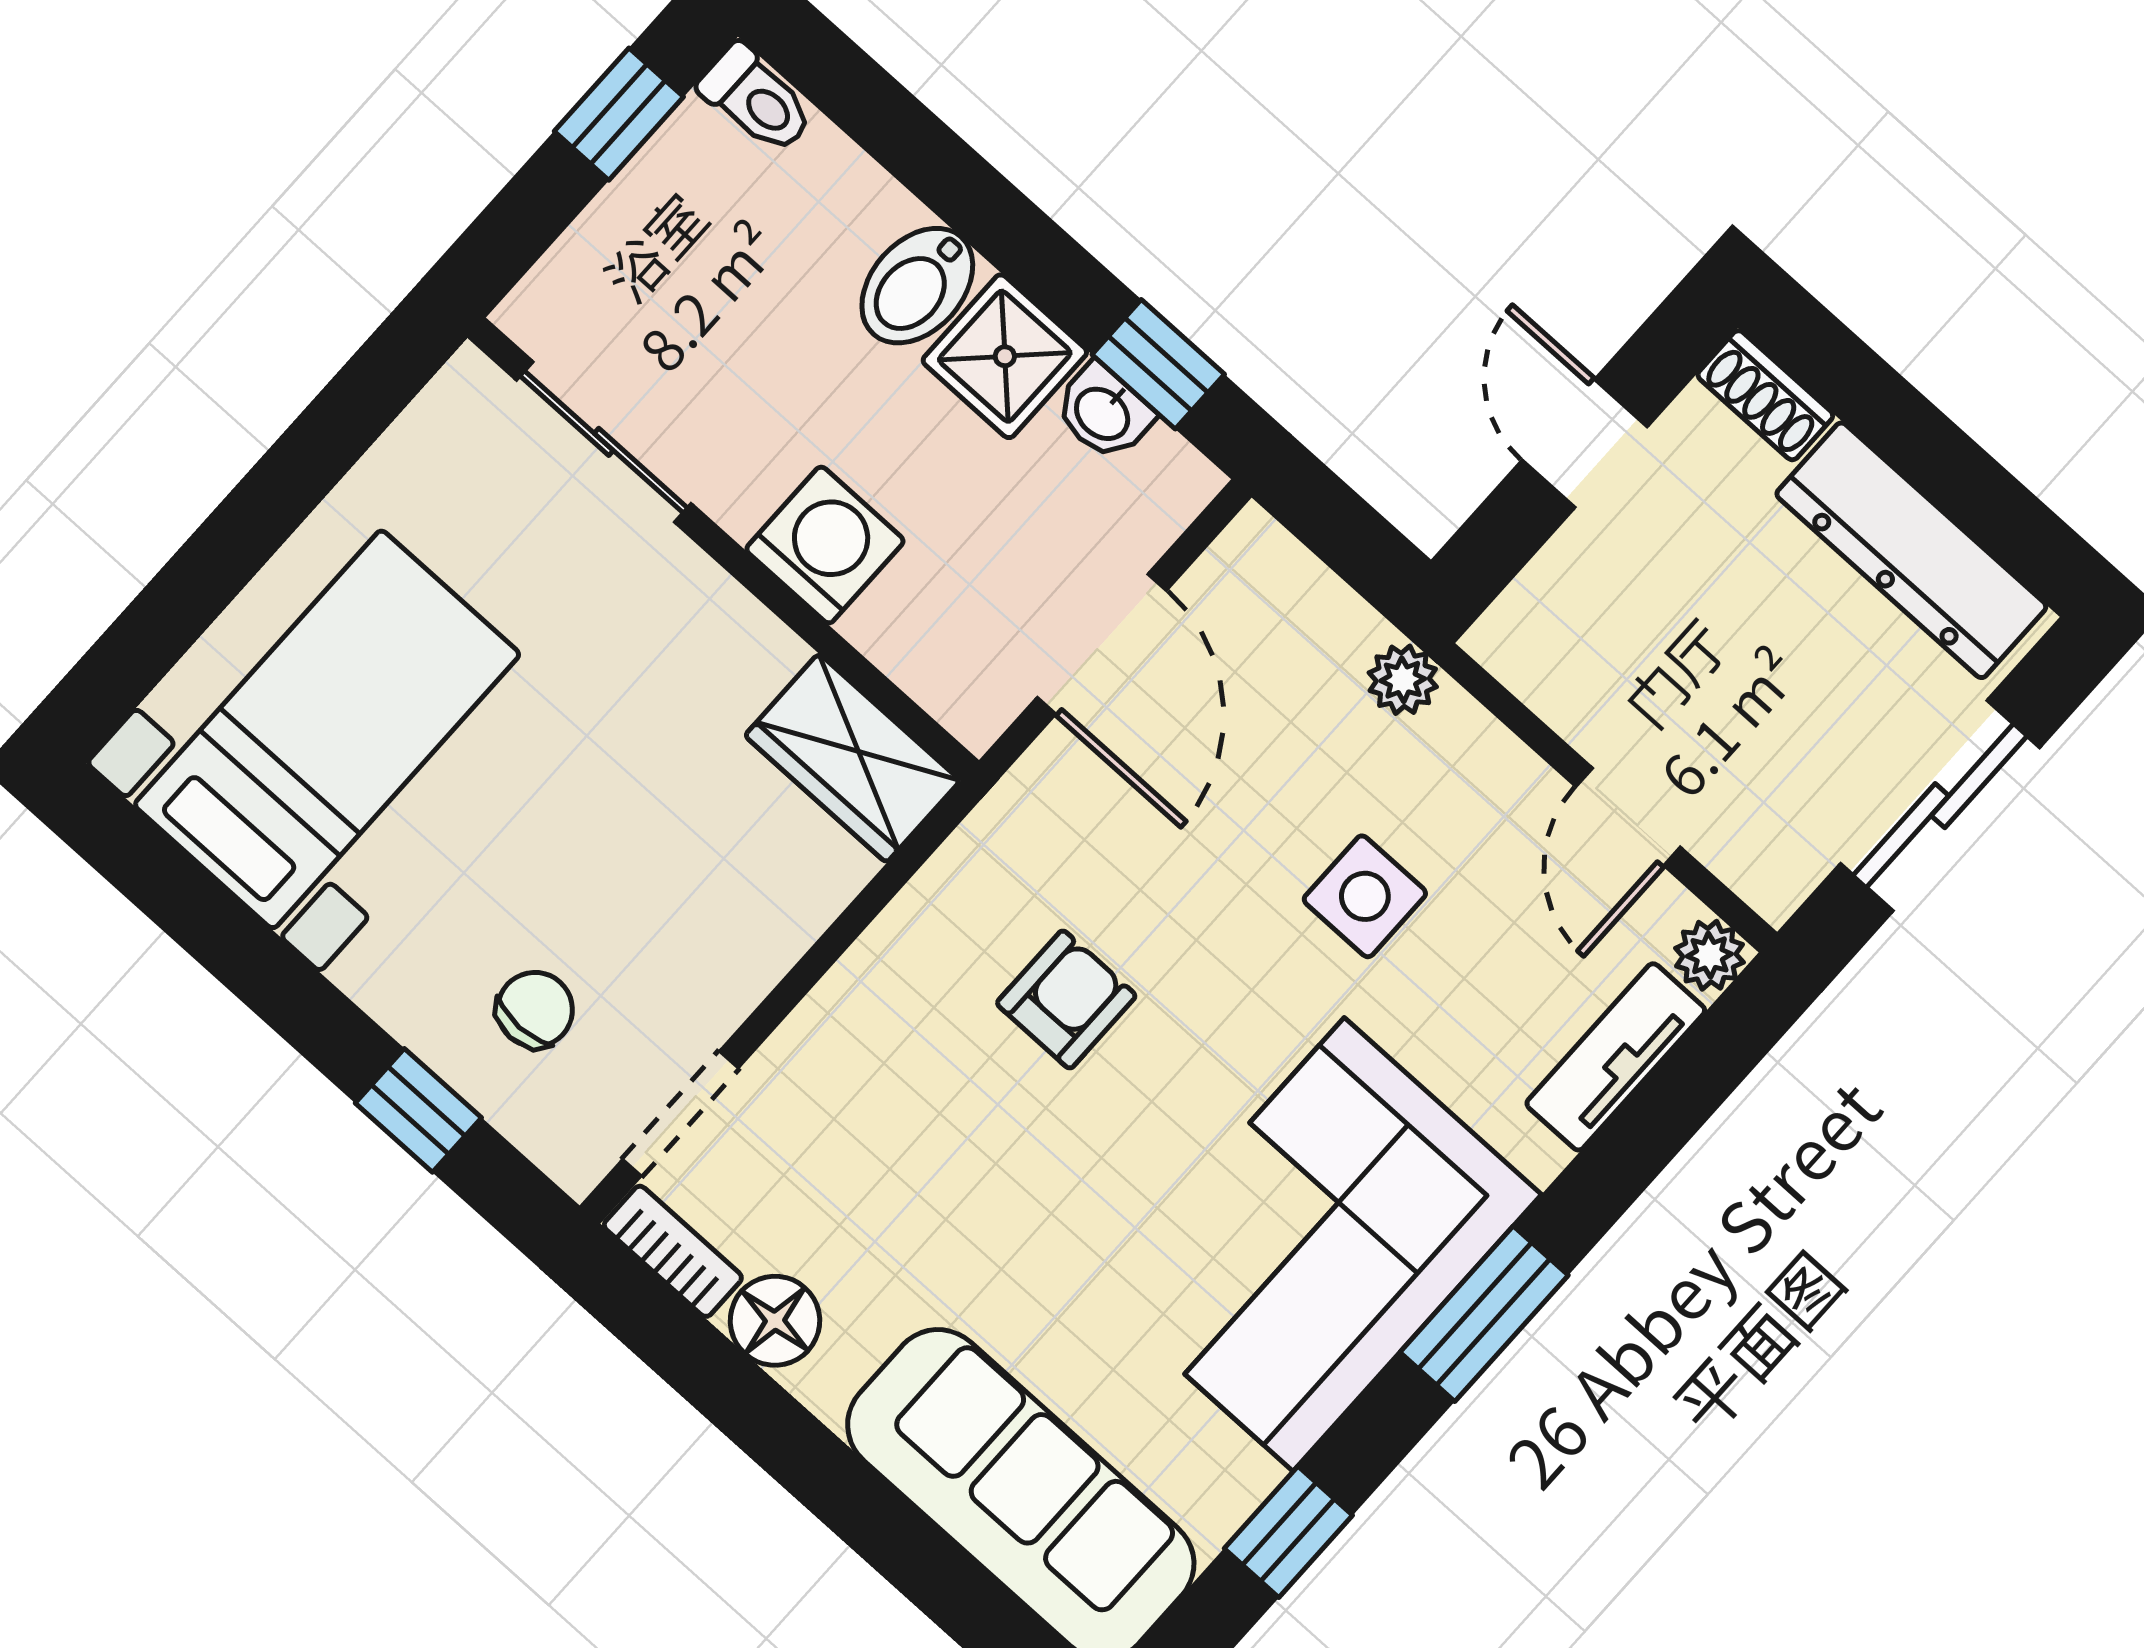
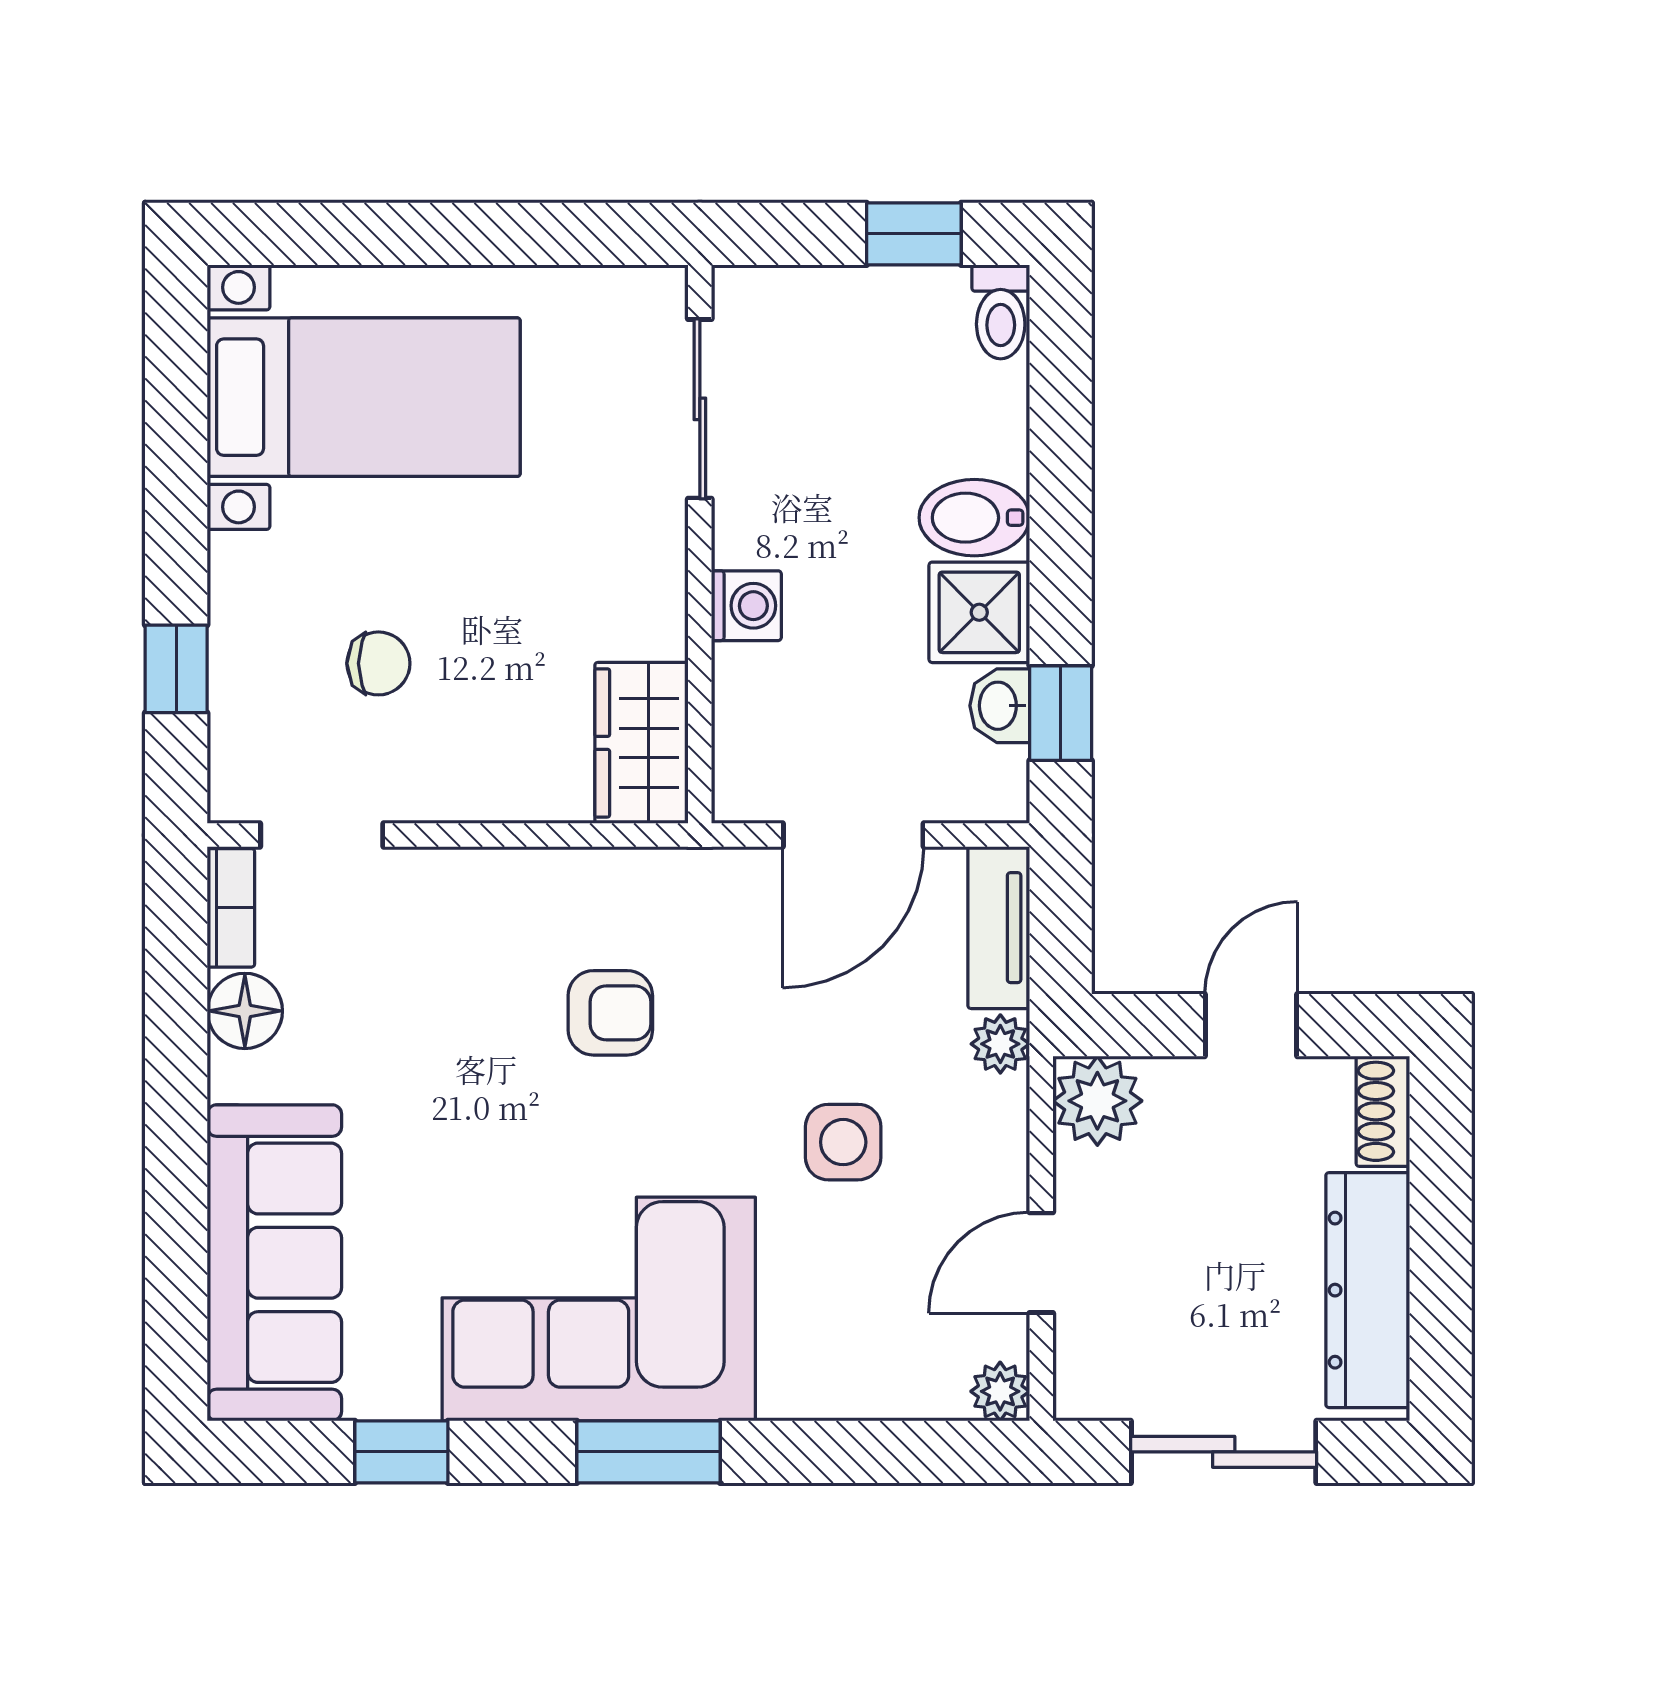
washing machine: (825, 545) -> (746, 606), width x0.73, depth x0.73
plant: (1530, 639) -> (1097, 1101), added
chair: (535, 1010) -> (378, 663), moved
tv unit: (1616, 1057) -> (999, 928), moved, turned -90

